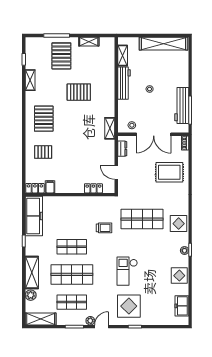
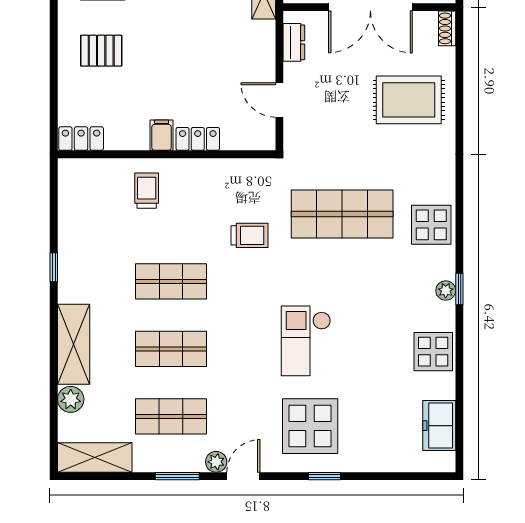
filing cabinet: (50, 187) -> (162, 135), moved
locker: (93, 188) -> (198, 139), moved
trolley: (62, 210) -> (147, 191), added
freezer: (34, 216) -> (78, 206), removed
shop shelf: (72, 274) -> (171, 349), width x0.70, depth x0.74

